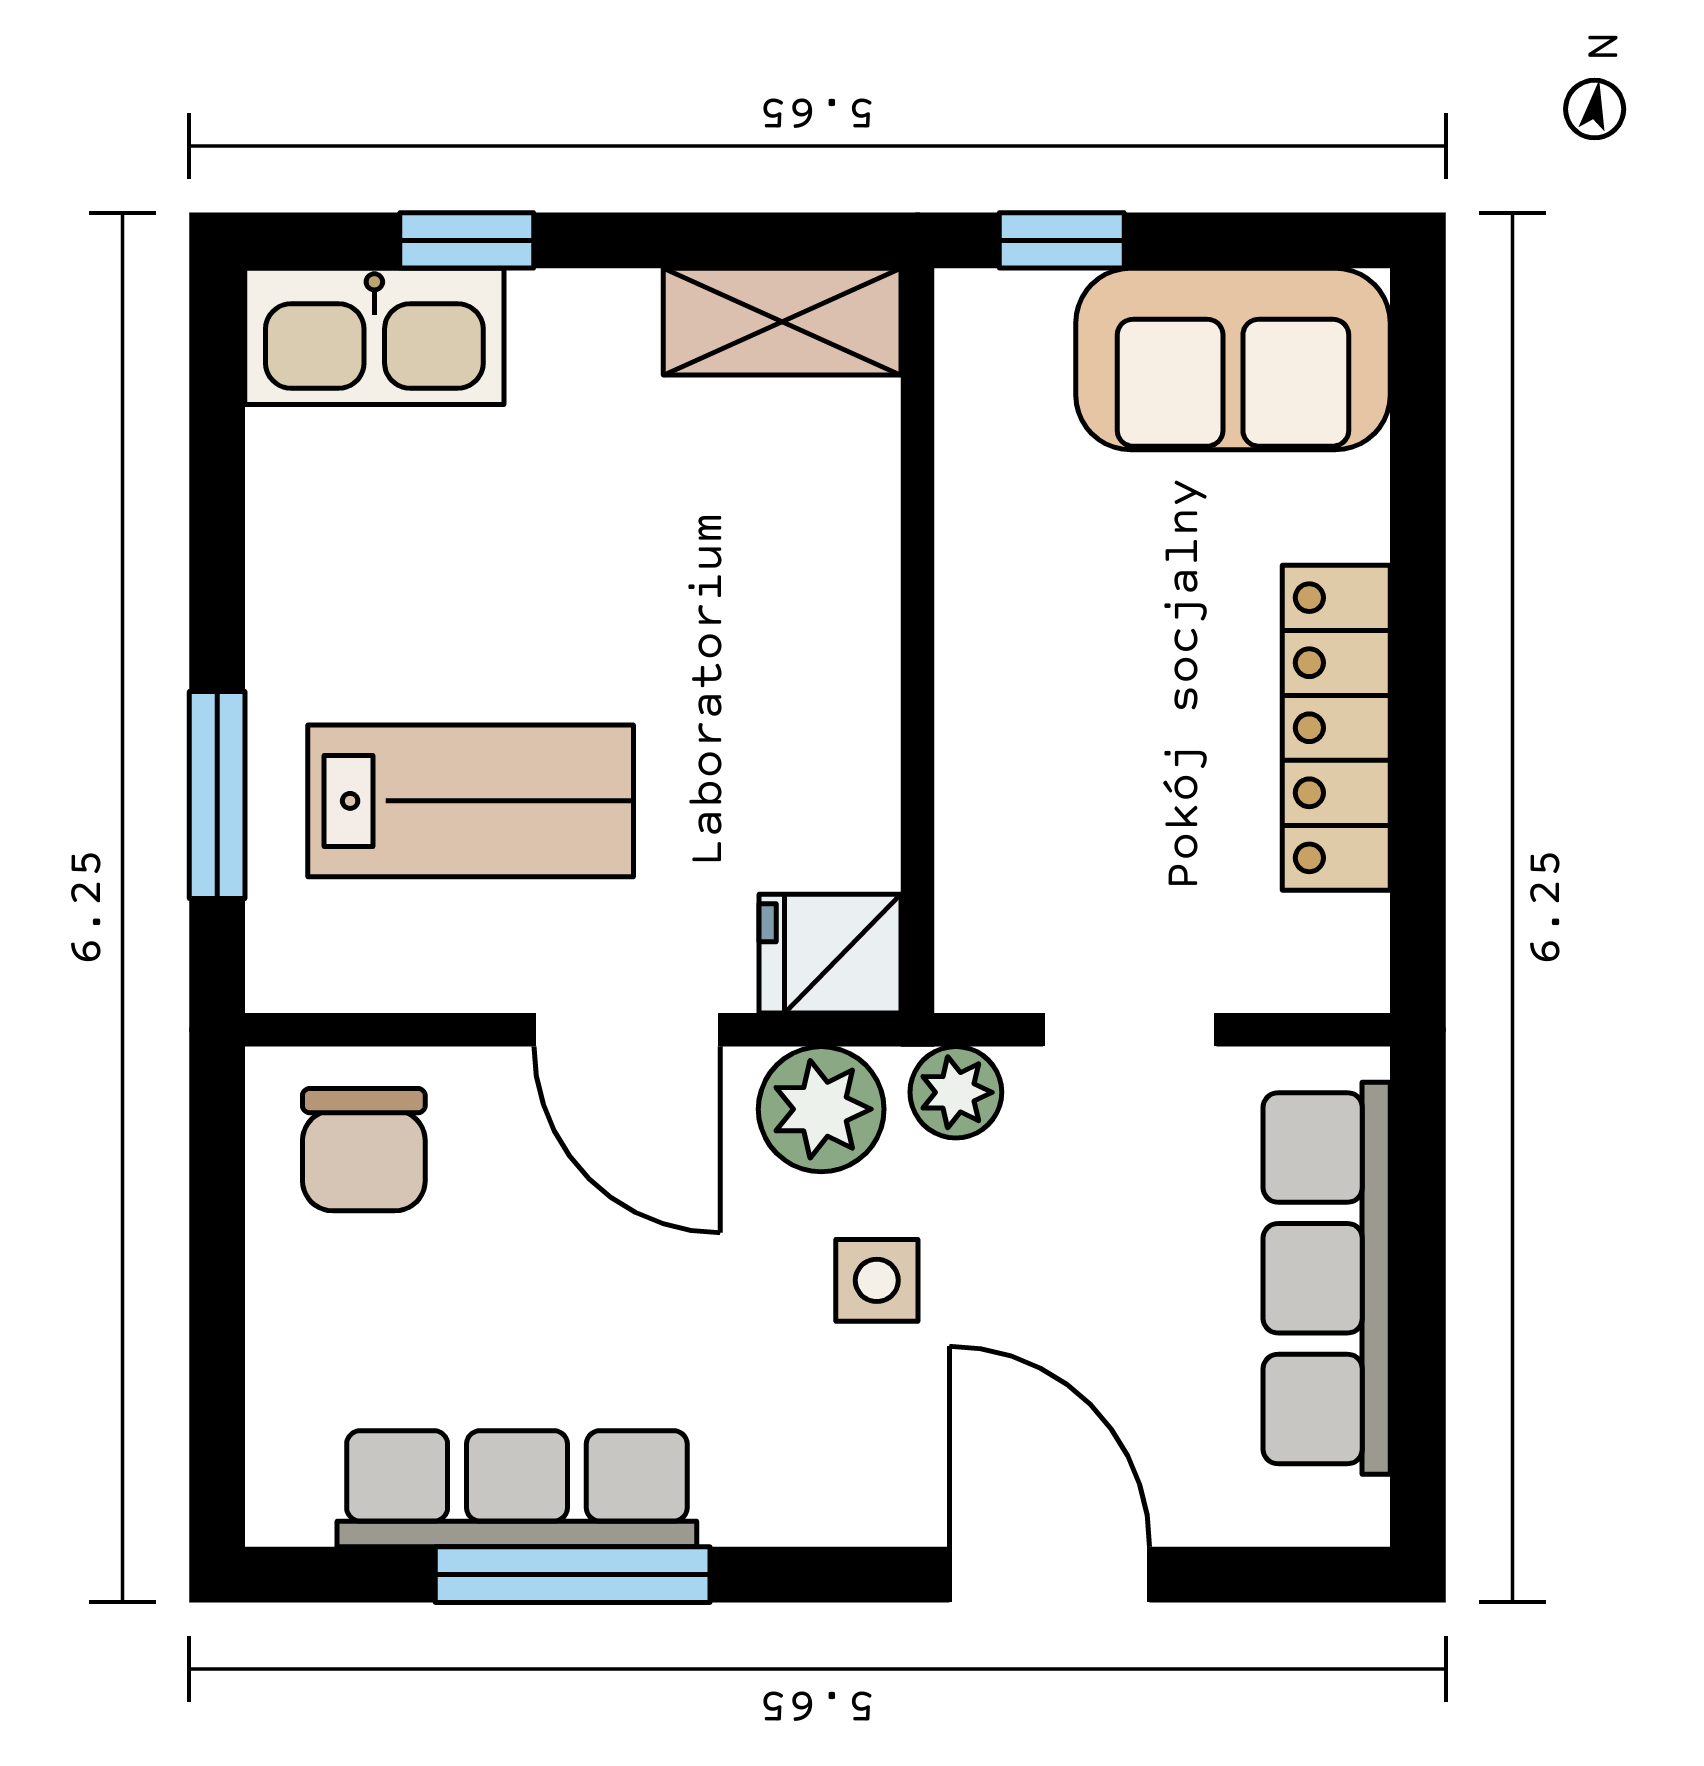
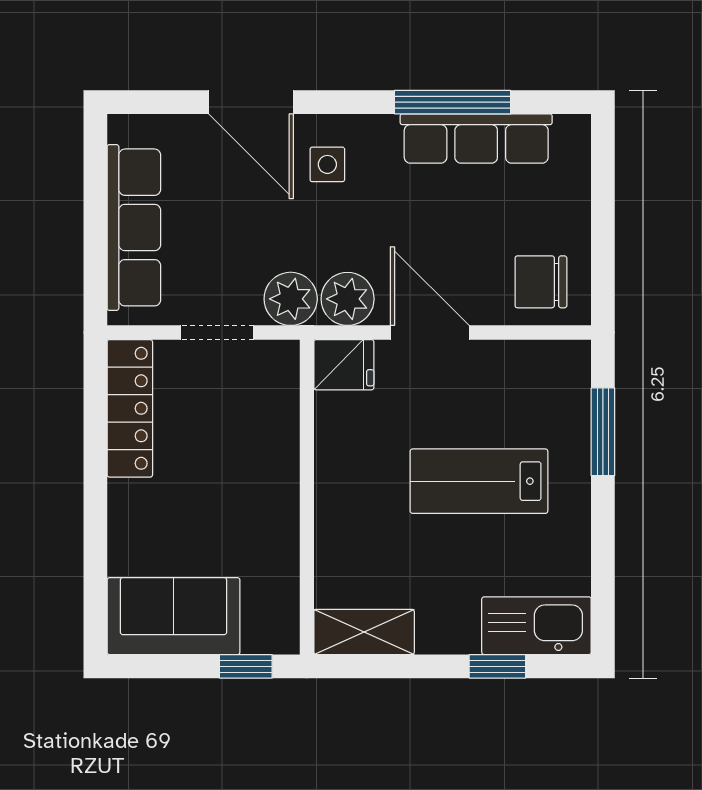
locker: (1336, 728) -> (130, 408), moved
lab bench: (471, 801) -> (479, 481), moved
plant: (956, 1092) -> (291, 299), width x1.38, depth x1.38
chair: (364, 1150) -> (541, 282), turned -90
side table: (877, 1280) -> (327, 164), moved

